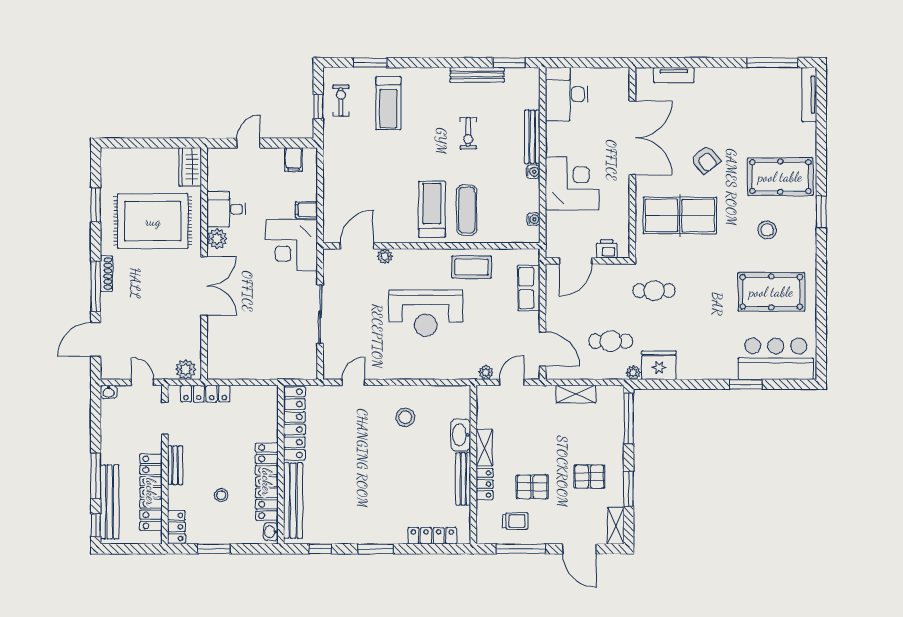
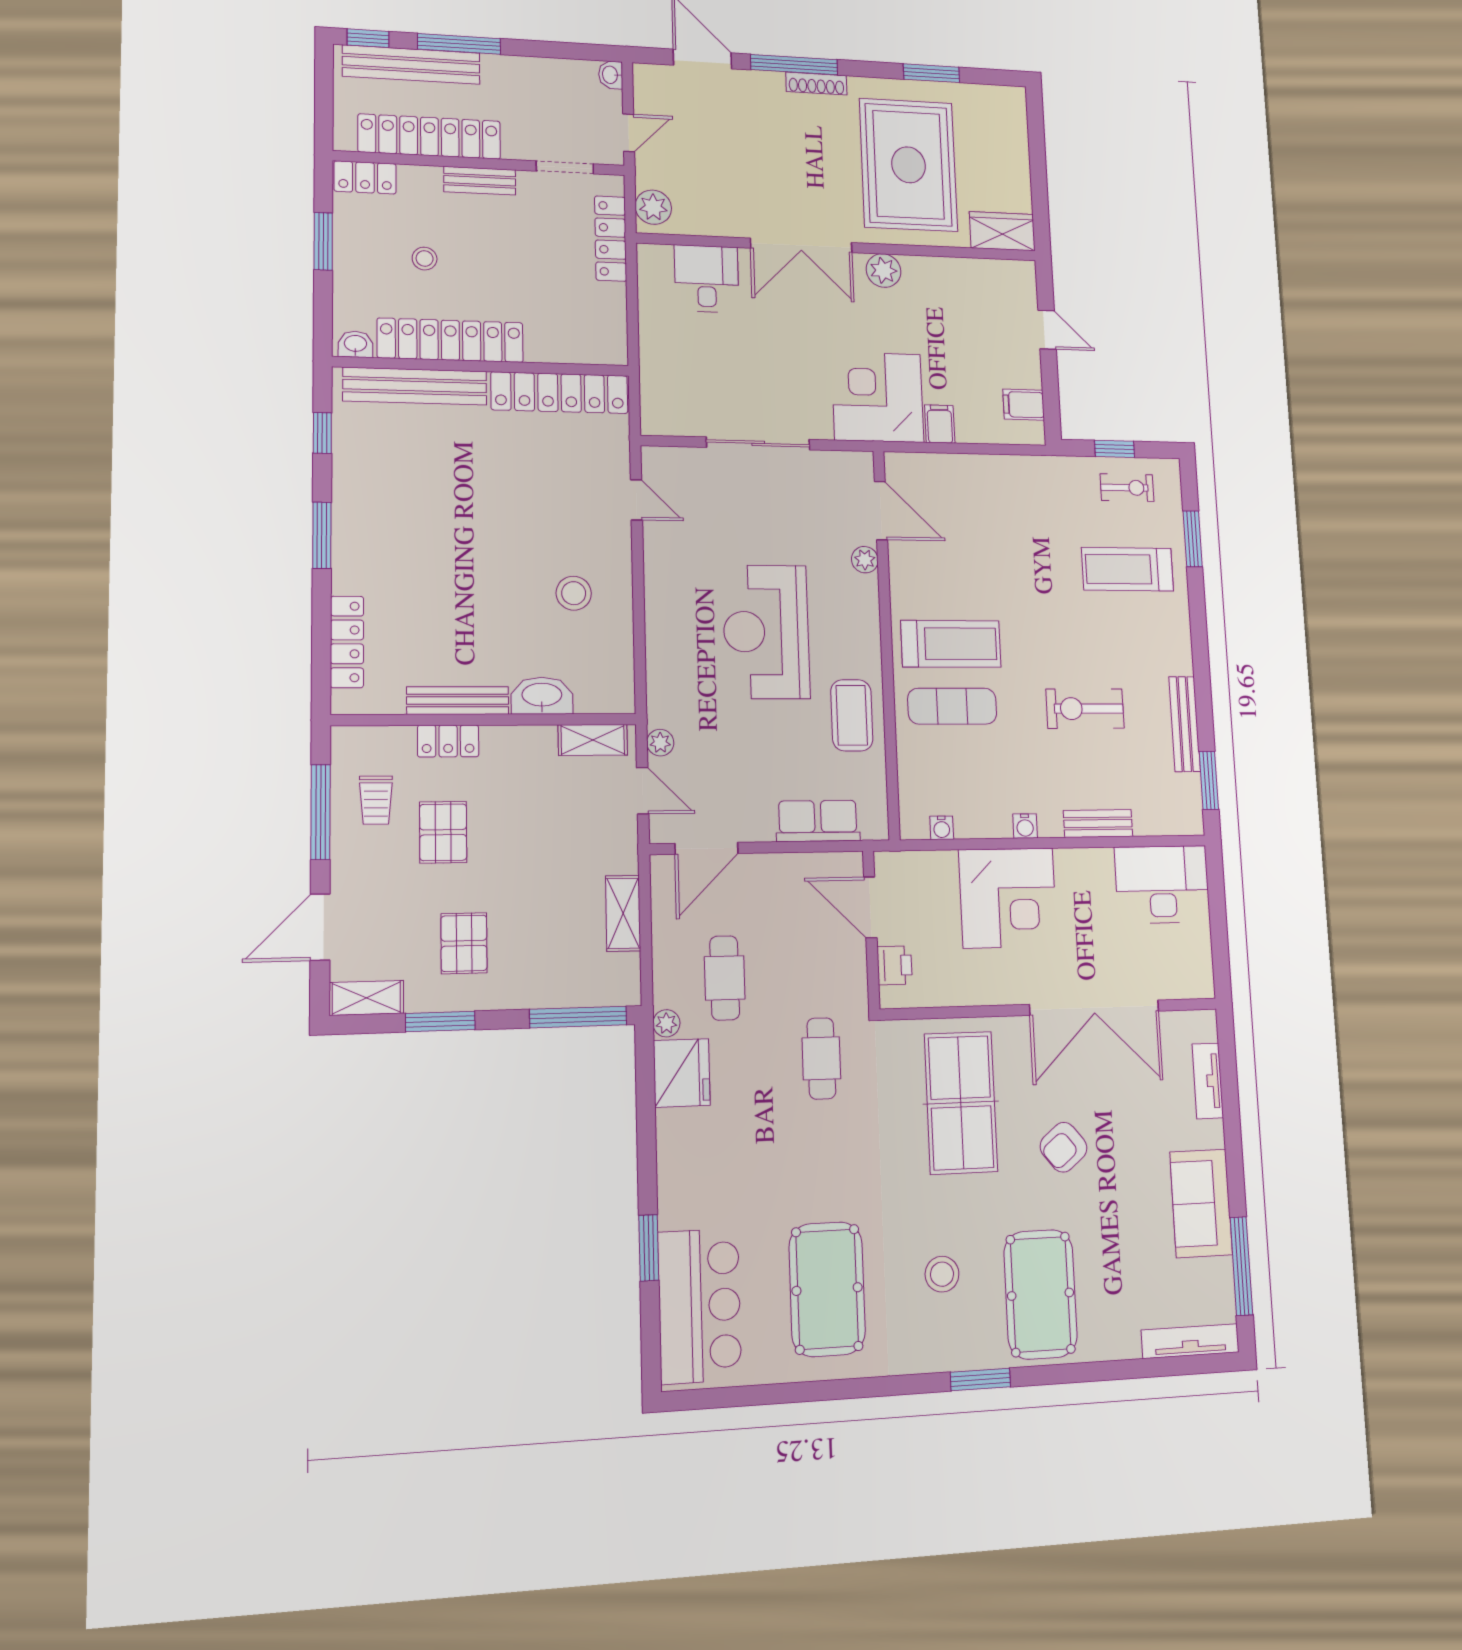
sofa: (738, 83) -> (1201, 1203), added
exercise bike: (468, 133) -> (1085, 709), width x1.38, depth x1.39
bench: (532, 137) -> (1098, 823), width x0.73
desk: (226, 209) -> (707, 279), moved
shelving: (484, 448) -> (593, 740), moved

